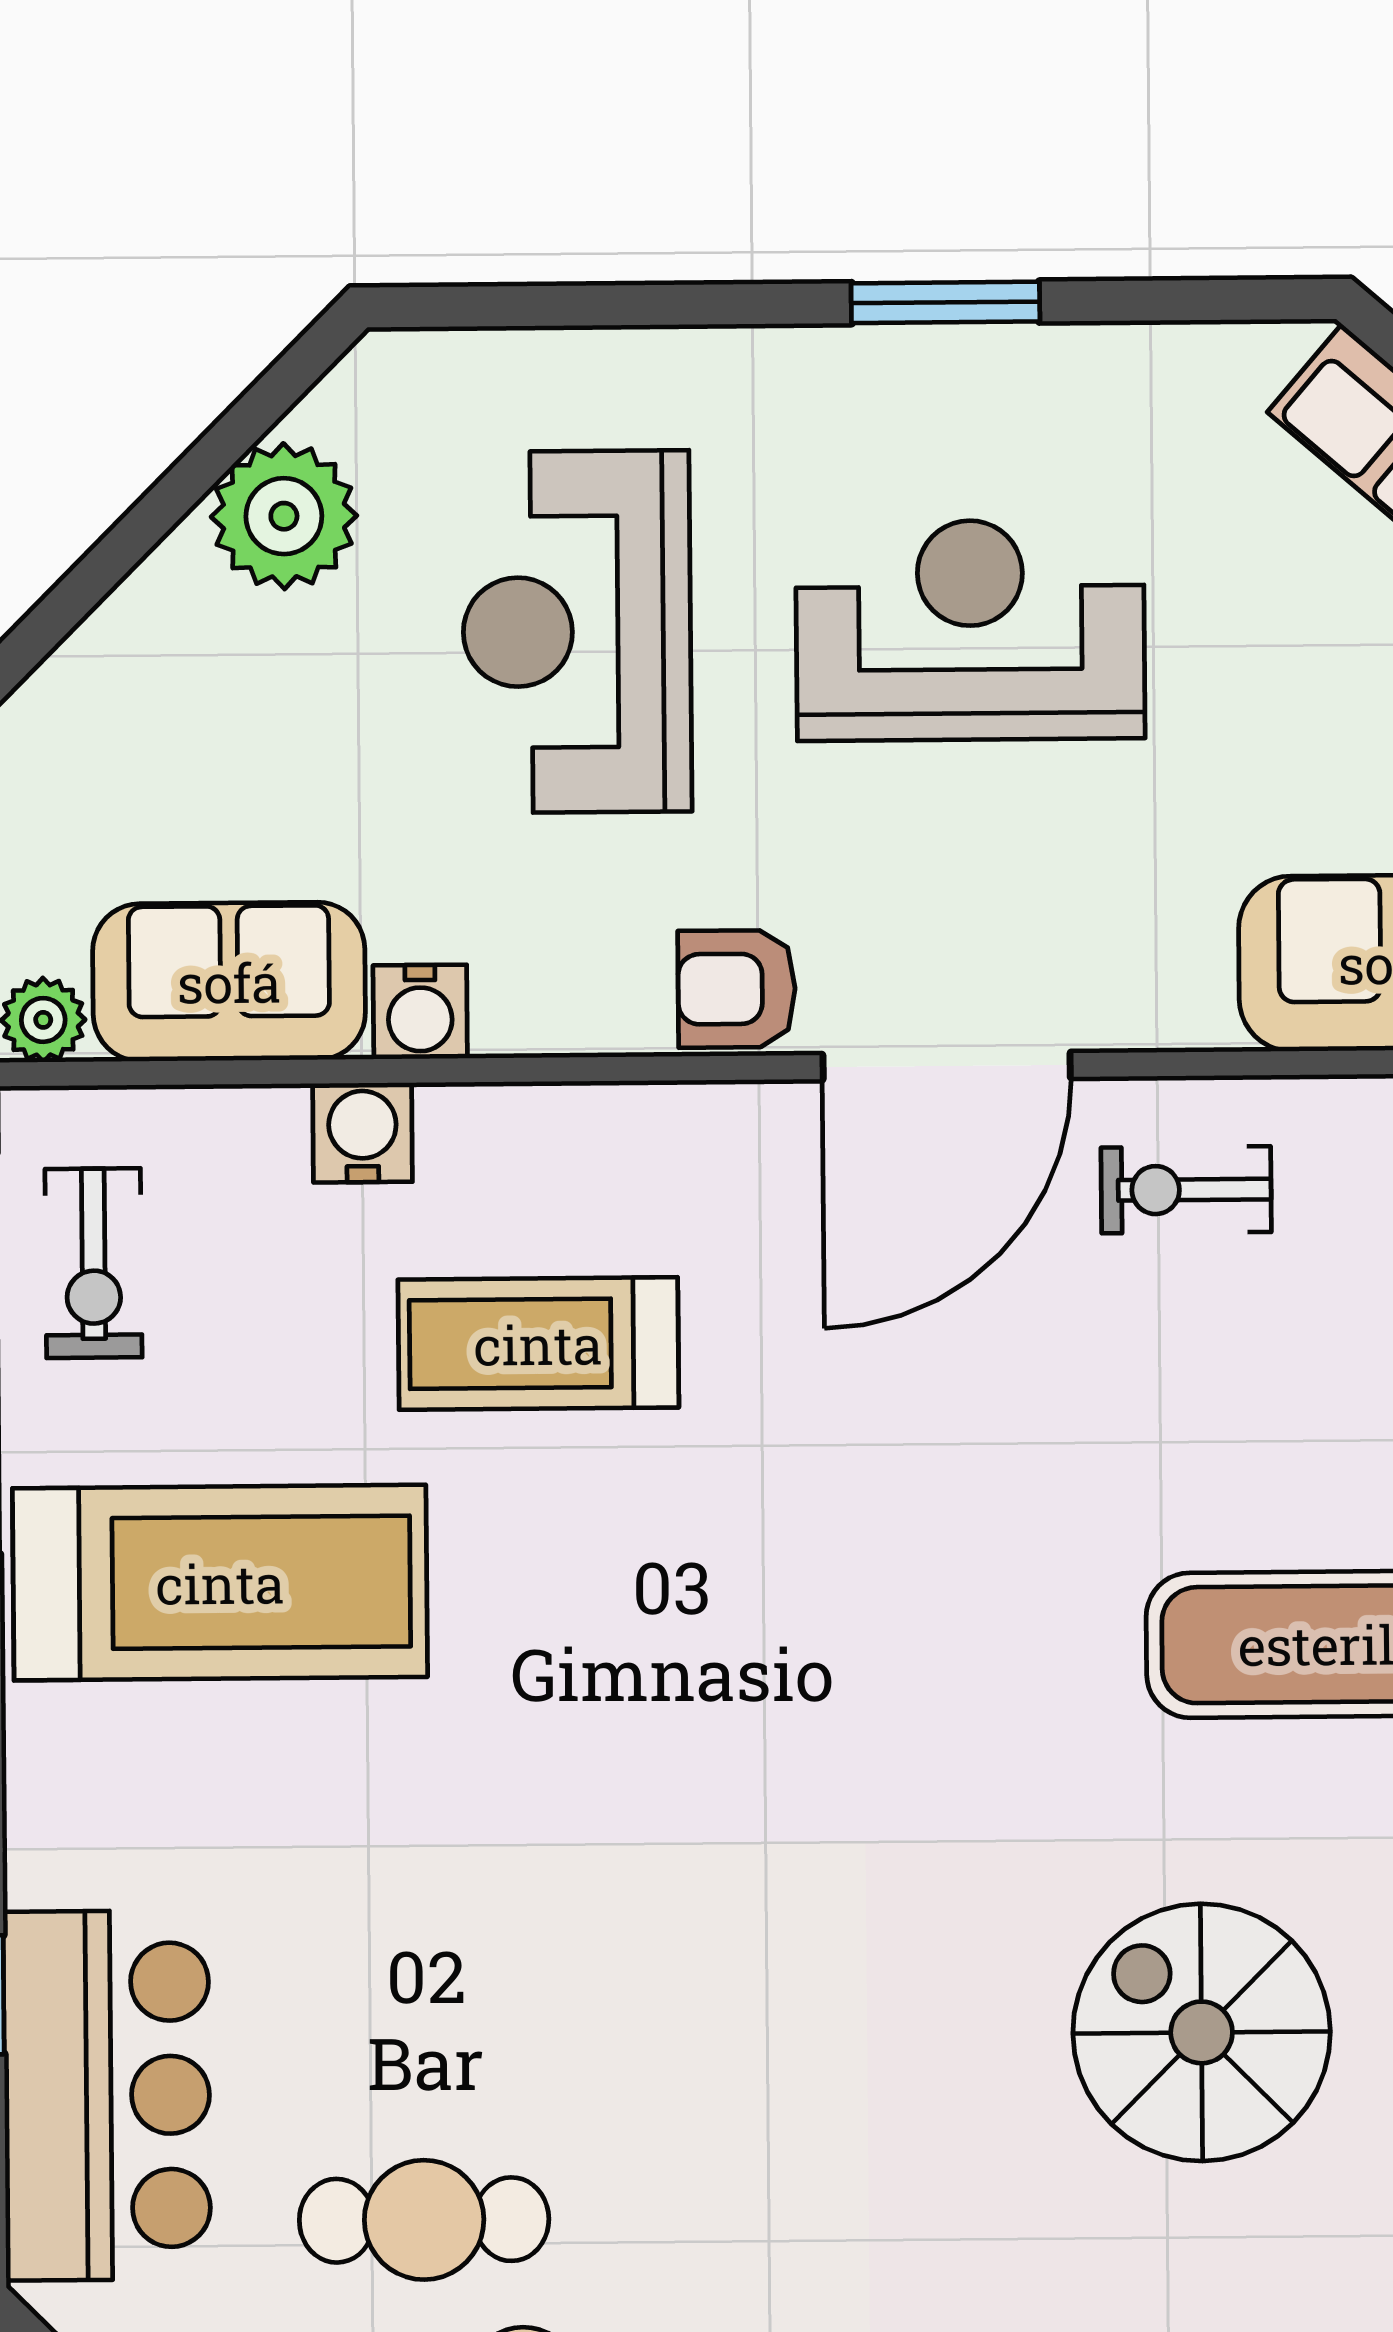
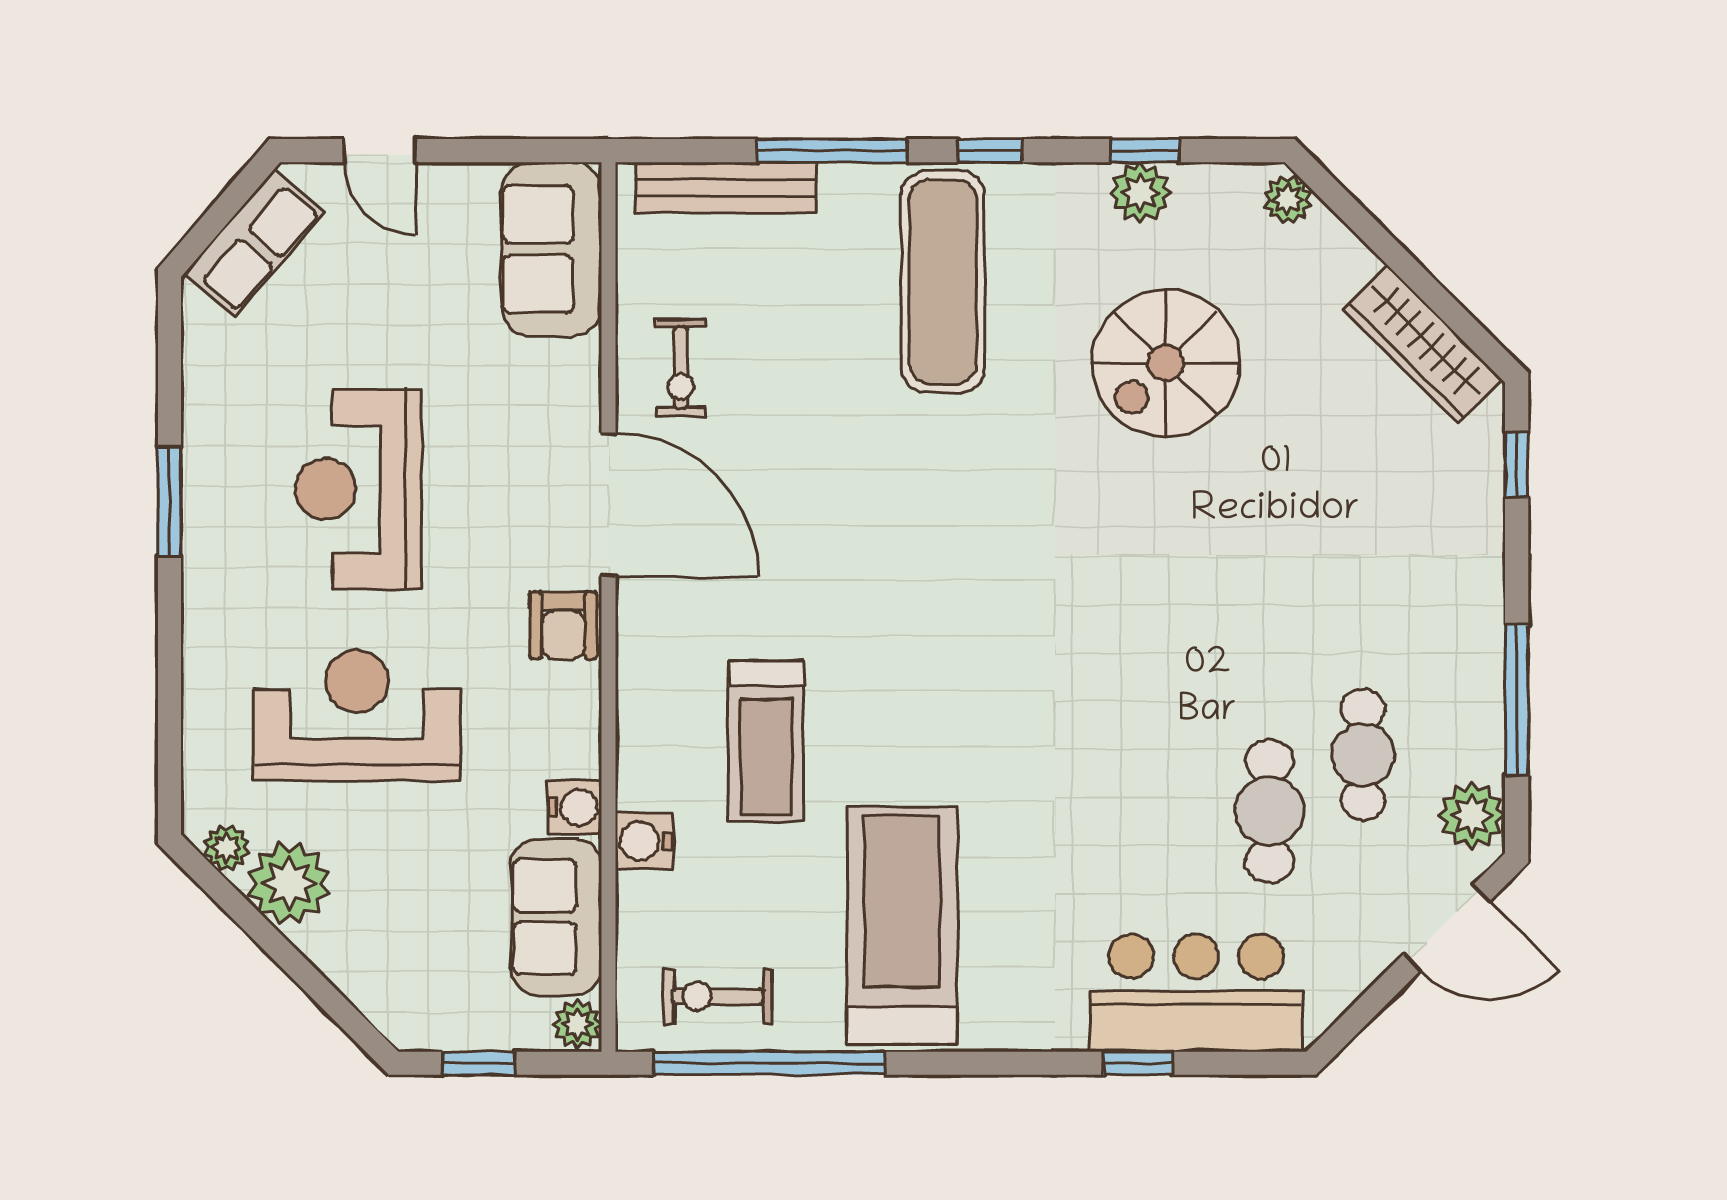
plant: (345, 407) -> (226, 848), added
reception desk: (577, 632) -> (357, 715), turned 180
exercise bike: (94, 1263) -> (718, 996), turned 180

